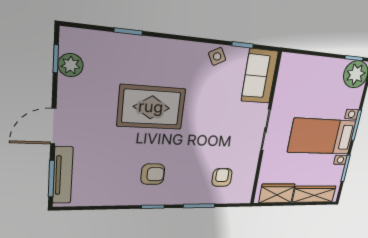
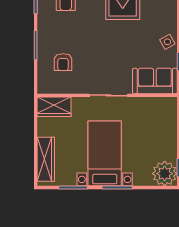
armchair: (222, 177) -> (63, 62), turned 90
wardrobe: (277, 193) -> (54, 107), moved, turned 90

